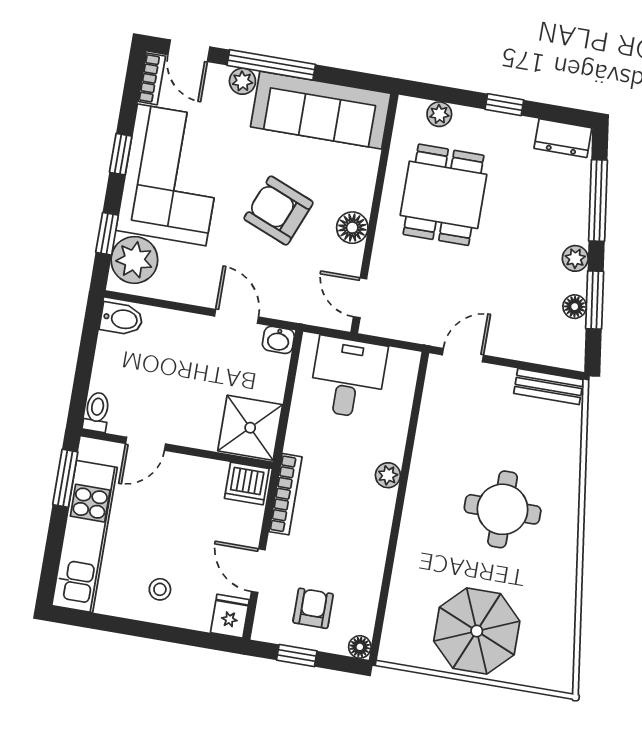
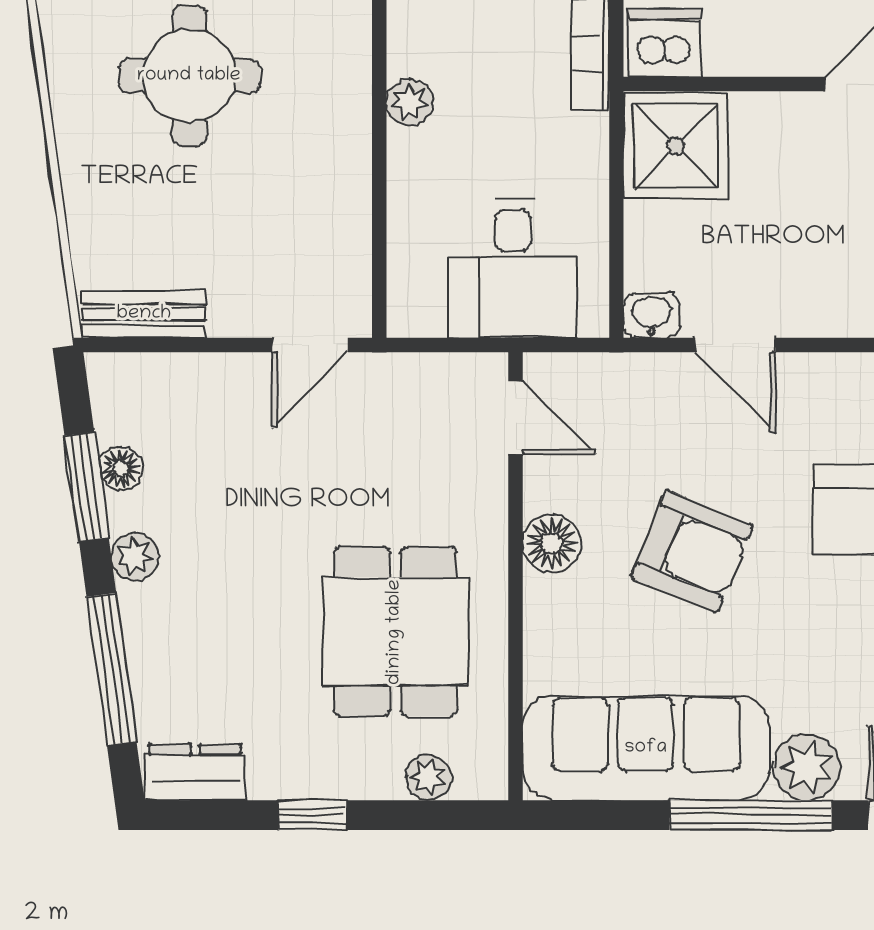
plant: (242, 81) -> (807, 767), width x1.38, depth x1.38

